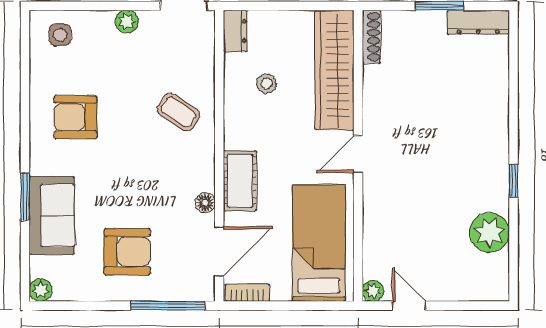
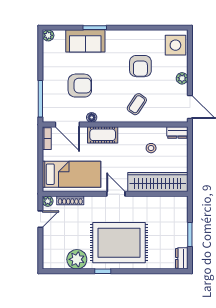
dresser: (478, 22) -> (182, 258), width x0.70
side table: (60, 35) -> (175, 45), width x1.87, depth x1.87
shoe rack: (371, 37) -> (70, 200), moved
armchair: (75, 117) -> (140, 66), moved, turned 180
rug: (456, 148) -> (119, 243), added
armchair: (127, 252) -> (80, 86), moved, turned -90

